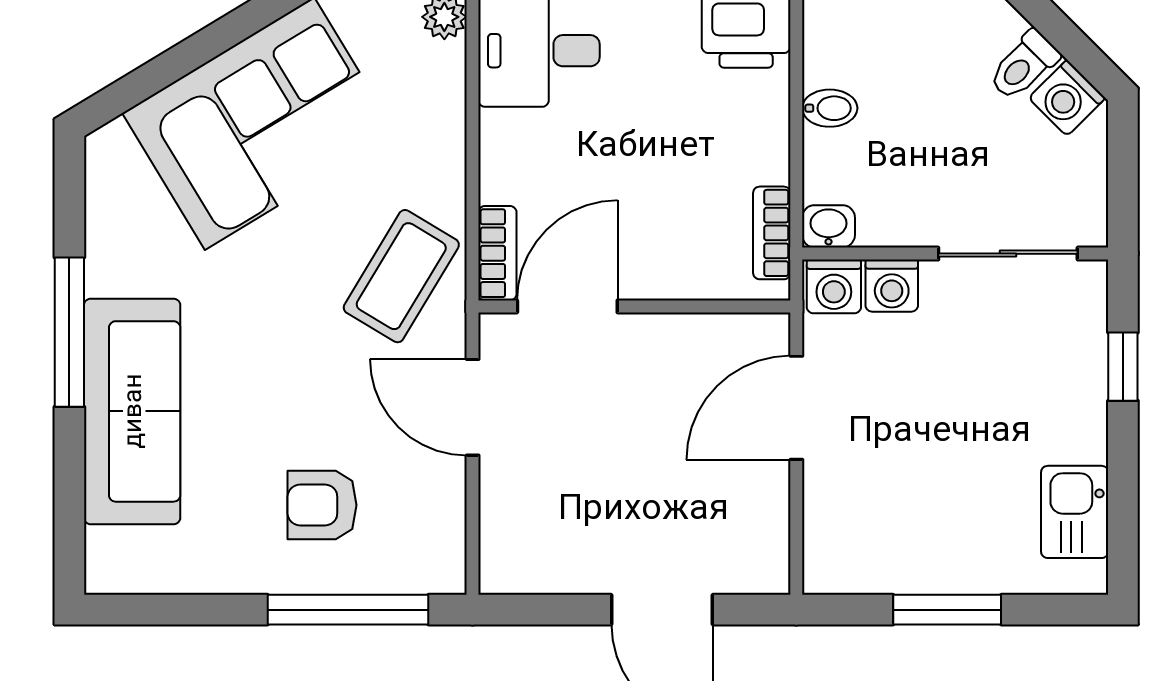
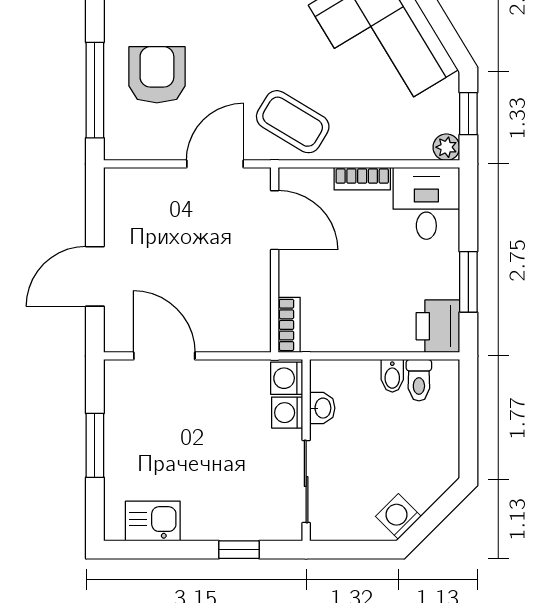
toilet: (1024, 65) -> (419, 380), moved, turned -135
washbasin: (829, 226) -> (322, 408), moved
bookcase: (772, 233) -> (289, 325), moved, turned 90
bookcase: (497, 253) -> (362, 179), moved
door: (796, 408) -> (164, 356), moved
armchair: (322, 505) -> (157, 75), width x1.38, depth x1.38

